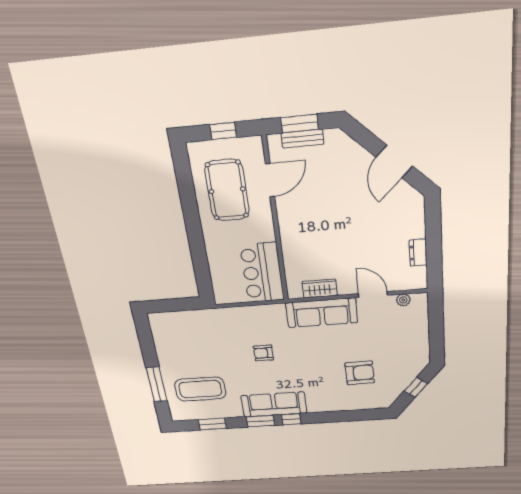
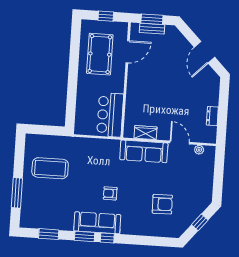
armchair: (263, 353) -> (110, 193), moved
coffee table: (200, 389) -> (50, 168), moved

